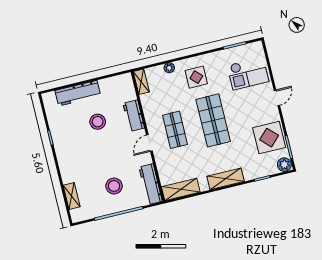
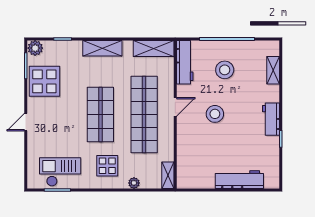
checkout: (248, 73) -> (60, 172), moved
workbench: (134, 116) -> (271, 119), moved, turned 180
stool: (98, 122) -> (215, 114), moved
shop shelf: (175, 130) -> (144, 115), width x2.00, depth x1.36

